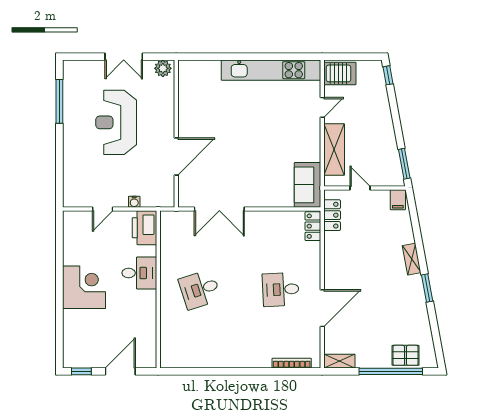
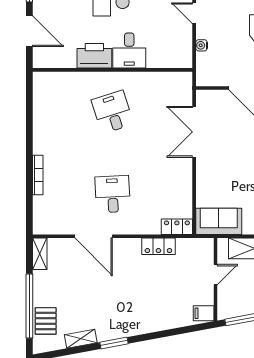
locker: (332, 215) -> (158, 246), moved
printer: (144, 228) -> (94, 56), moved
shelving: (412, 259) -> (81, 339), moved
bookcase: (292, 363) -> (38, 175), moved

